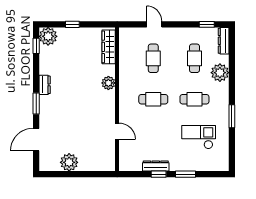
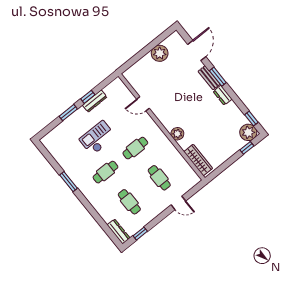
window: (72, 24) -> (247, 148), moved
plant: (220, 73) -> (103, 206), removed
bench: (44, 108) -> (209, 78), added
checkout: (199, 137) -> (98, 138), moved, turned 180

